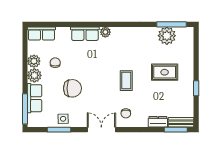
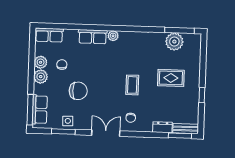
row of seats: (35, 98) -> (40, 110), moved

